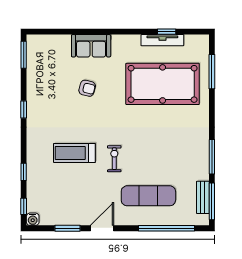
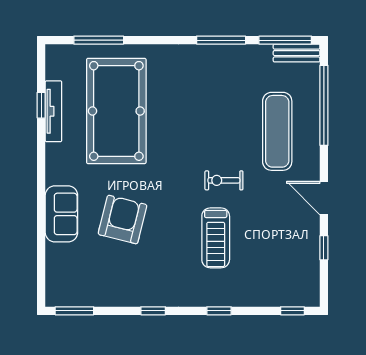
armchair: (87, 88) -> (122, 220), width x1.88, depth x1.88
window: (24, 172) -> (219, 311), moved
bench: (203, 197) -> (297, 53), moved
water cooler: (33, 219) -> (311, 298), removed
window: (68, 228) -> (324, 248), width x0.67

